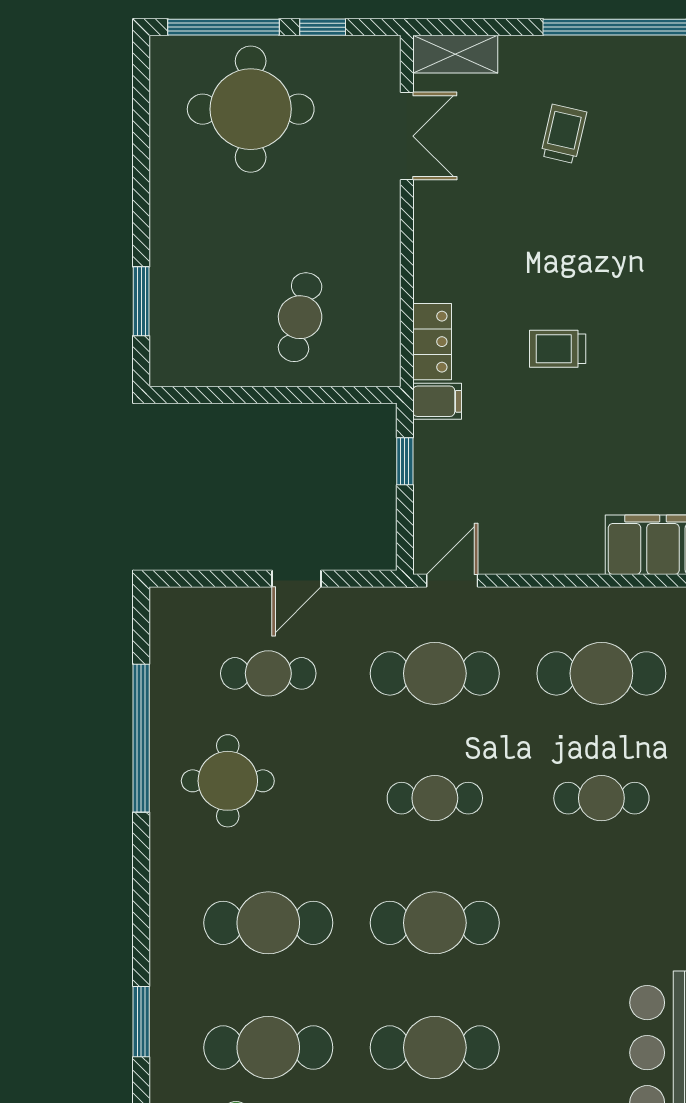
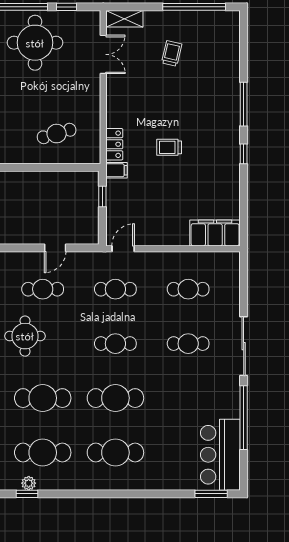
cafe table: (300, 317) -> (57, 134), turned 62
cafe table: (435, 673) -> (115, 289), width x0.73, depth x0.74
cafe table: (601, 673) -> (188, 289), width x0.73, depth x0.74

